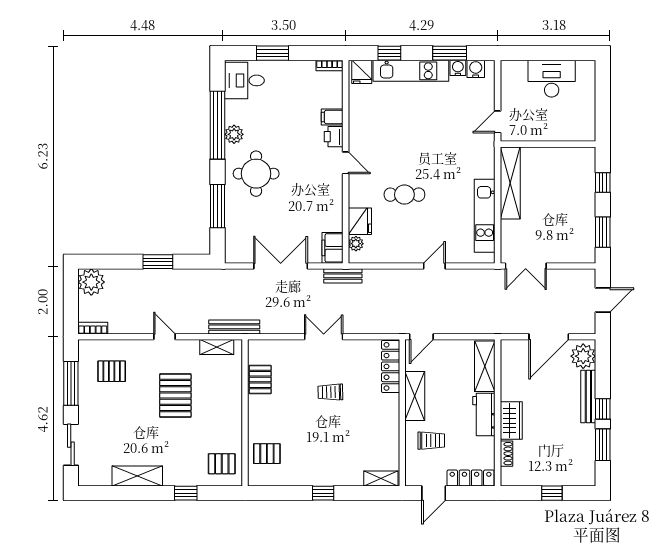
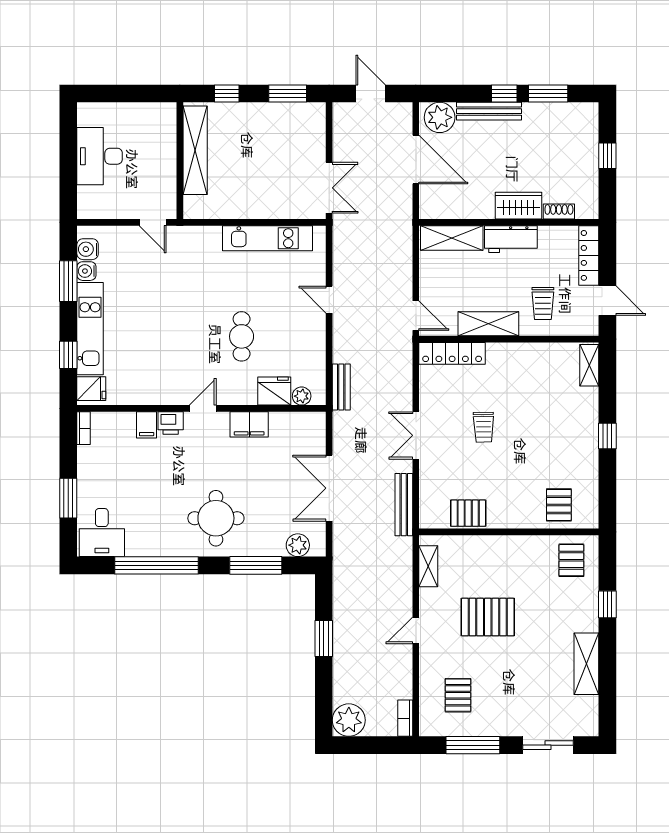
plant: (234, 134) -> (298, 545), moved
shelving: (510, 183) -> (195, 150), moved, turned 90
filing cabinet: (333, 248) -> (249, 424), moved
bench: (343, 276) -> (341, 387), moved
bench: (234, 327) -> (404, 505), moved
trolley: (431, 441) -> (543, 304), turned 180

